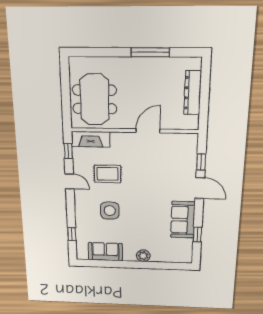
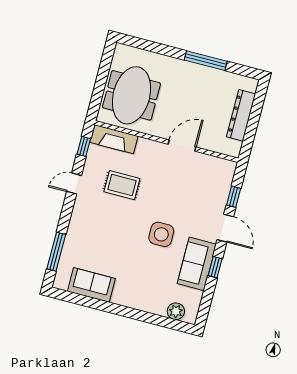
door: (70, 181) -> (74, 183), swing flipped
side table: (110, 211) -> (161, 234), moved
window: (72, 234) -> (56, 252), width x2.17
window: (197, 234) -> (215, 267), moved
plant: (143, 256) -> (176, 311), moved

